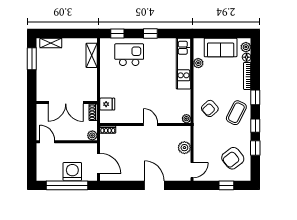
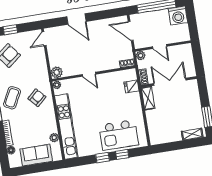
window: (117, 33) -> (122, 154), moved
plant: (246, 47) -> (13, 159), removed
shelving: (92, 55) -> (148, 98), moved
kitchen island: (129, 55) -> (119, 135), width x1.37, depth x1.28
kitchen unit: (183, 64) -> (66, 126), width x1.36
door: (47, 142) -> (160, 47), moved
plant: (184, 148) -> (57, 72), moved
washing machine: (72, 172) -> (178, 16), moved

